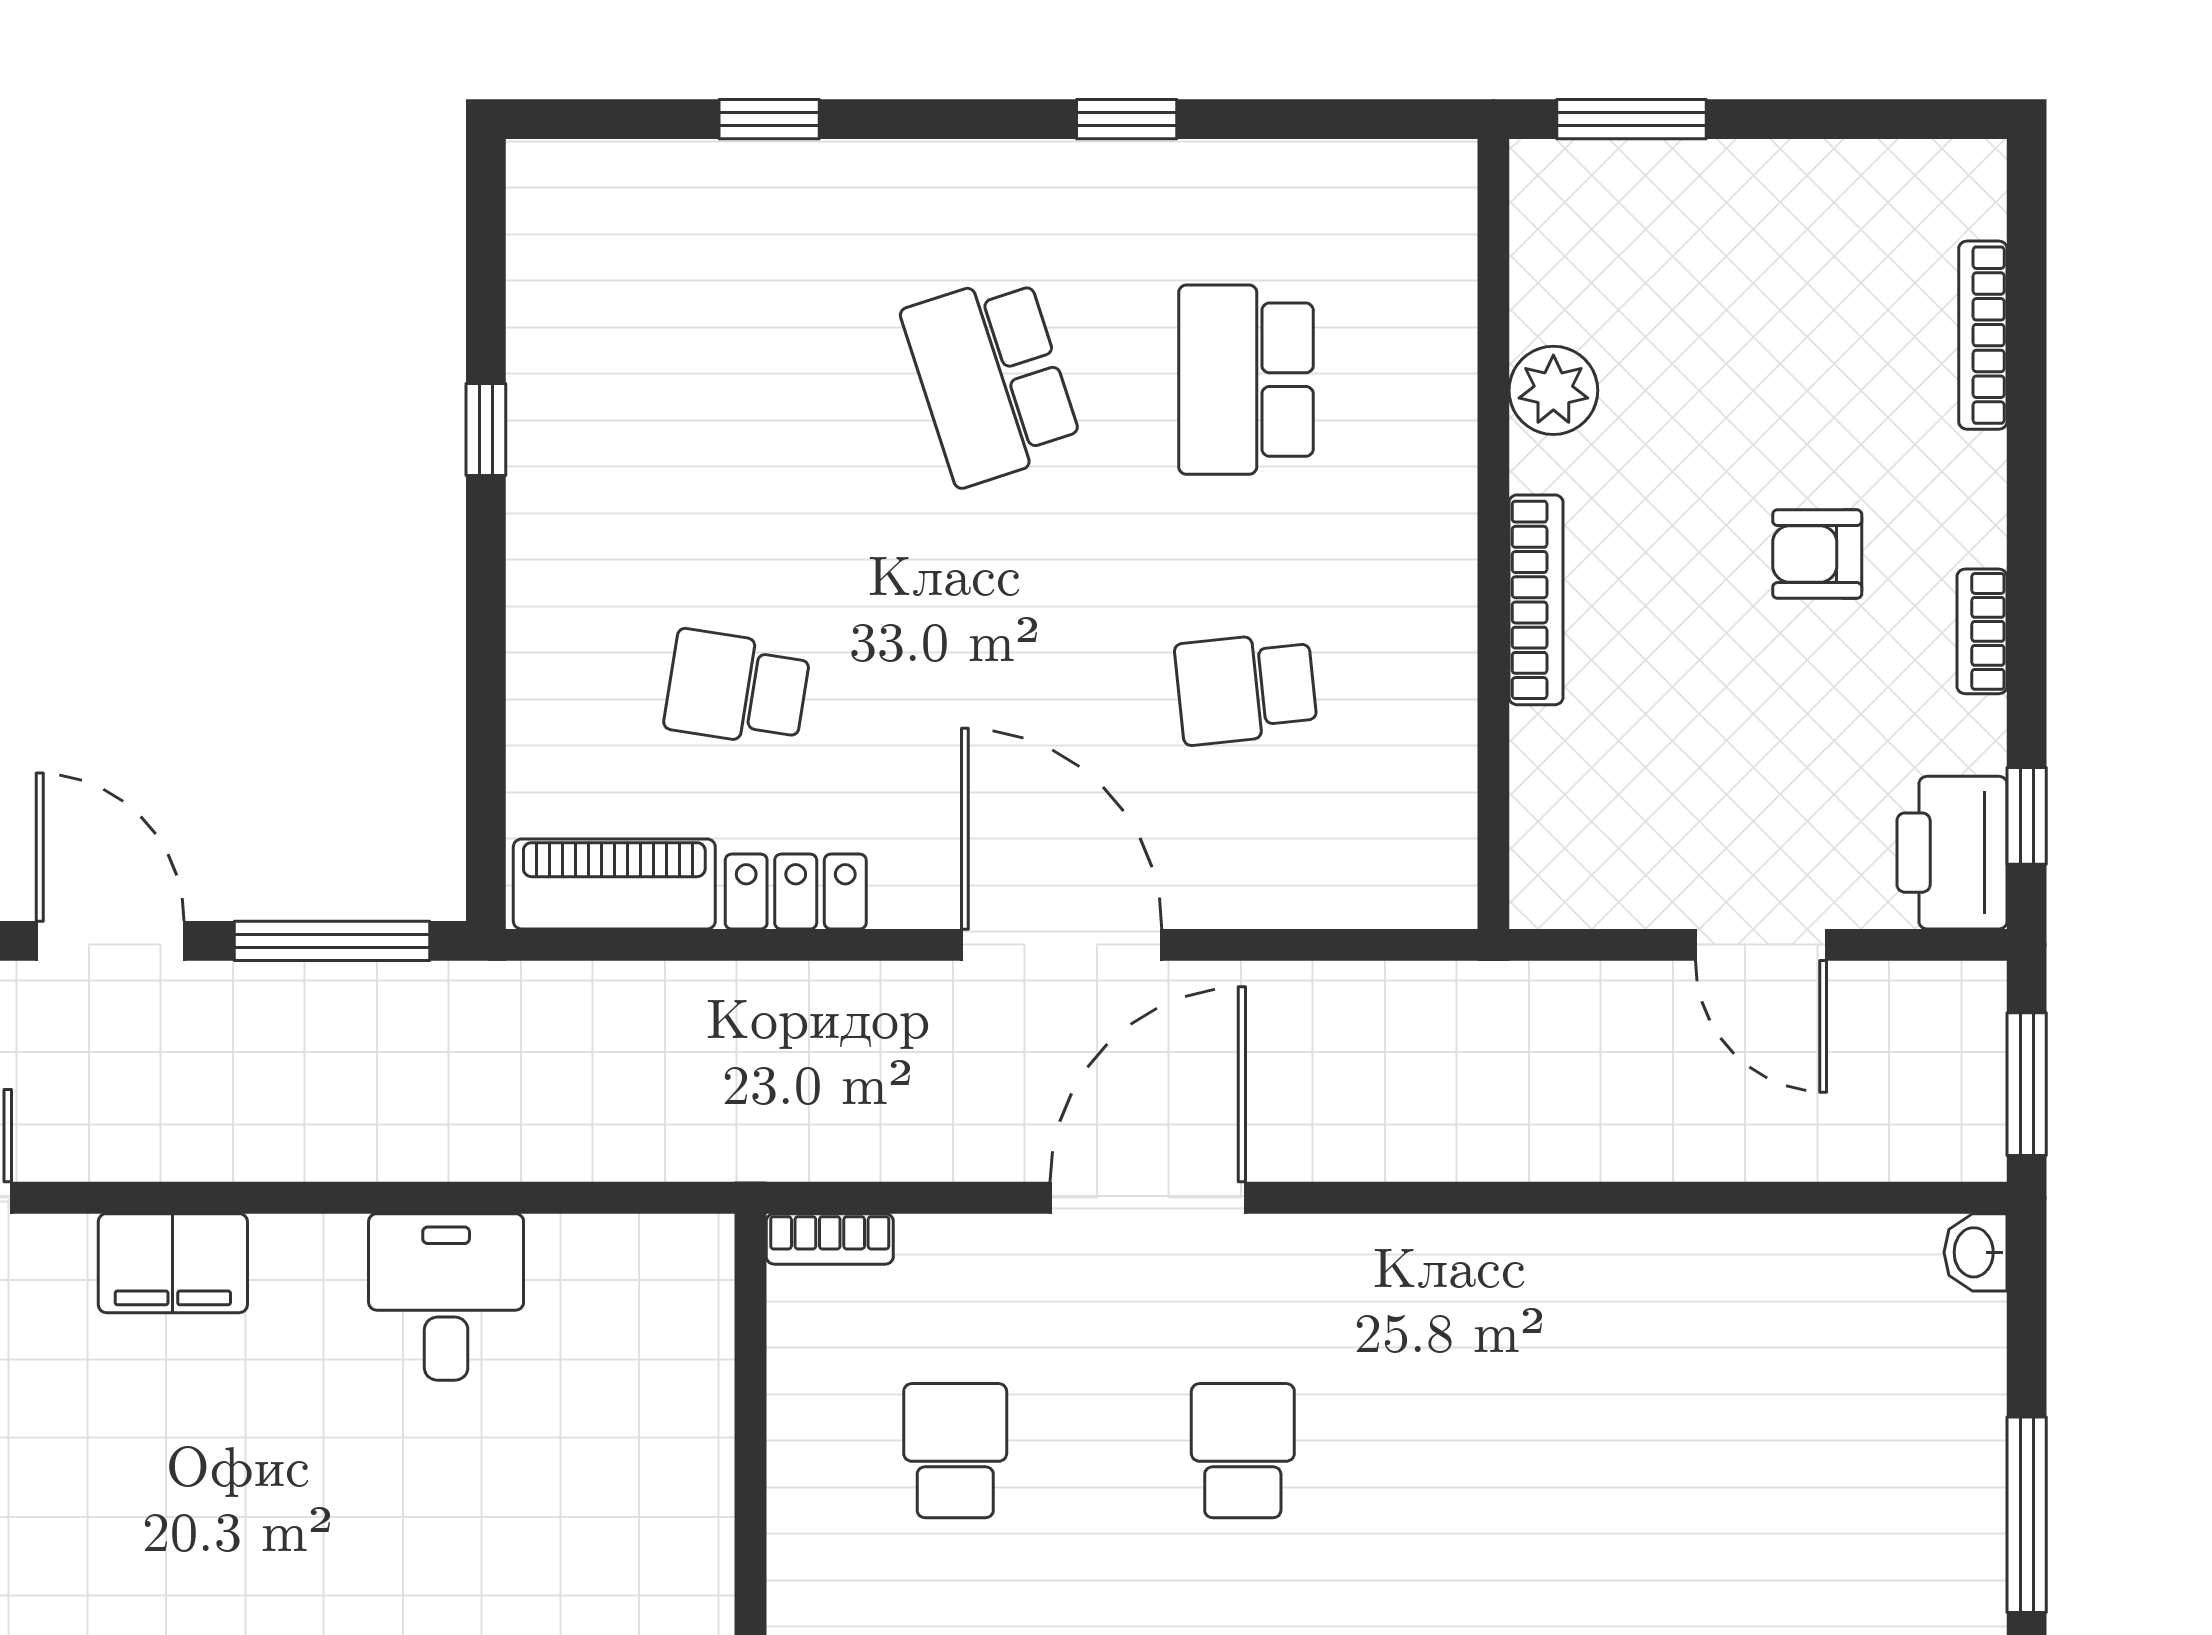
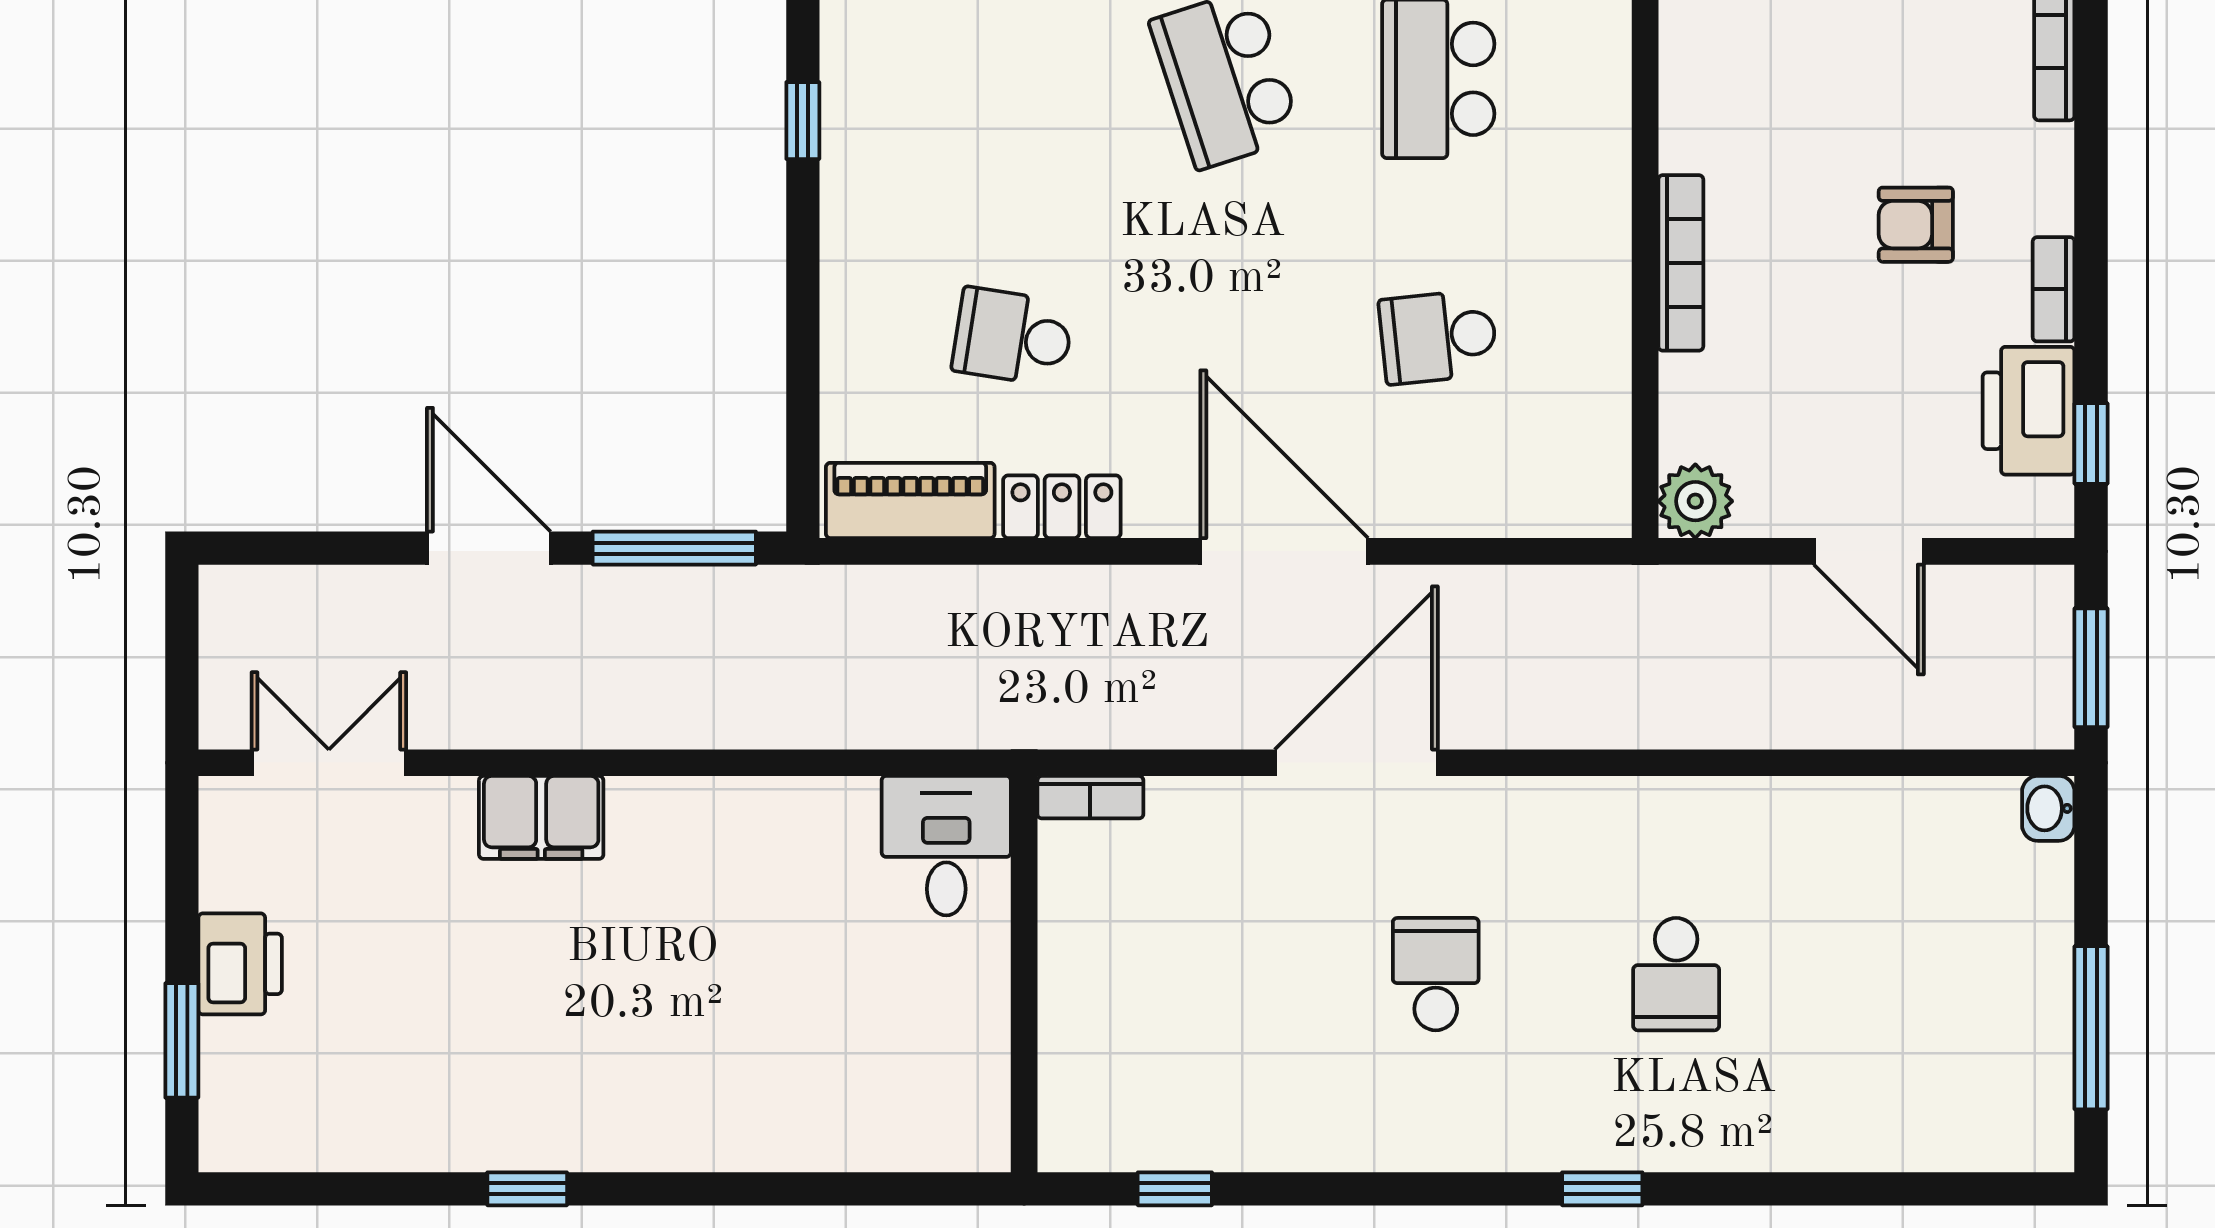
plant: (1553, 390) -> (1695, 501), moved
printer: (1952, 853) -> (2029, 411), moved
desk: (446, 1297) -> (946, 846), moved
school desk: (955, 1451) -> (1676, 974), moved, turned 180

